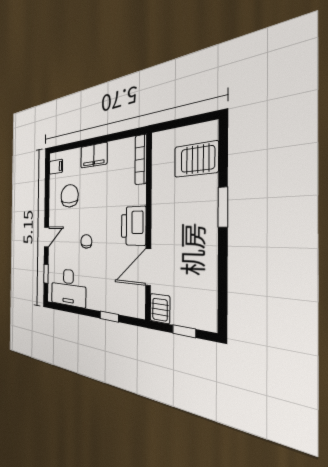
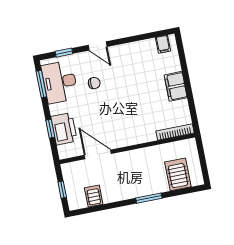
chair: (70, 196) -> (139, 66), removed
printer: (133, 226) -> (64, 129), moved, turned 90
chair: (86, 241) -> (94, 83), moved
window: (67, 308) -> (41, 84), added
server rack: (160, 308) -> (94, 196), moved, turned -90

